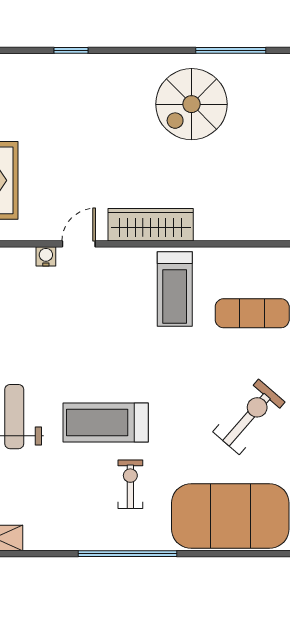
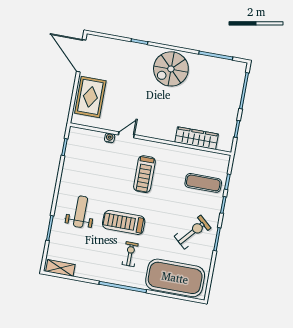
spiral stairs: (192, 104) -> (171, 69), moved
wardrobe: (151, 225) -> (197, 138), moved
treadmill: (175, 289) -> (144, 174), moved

